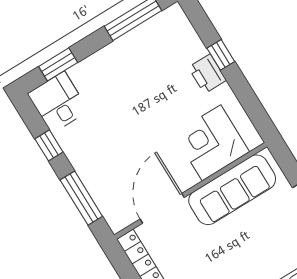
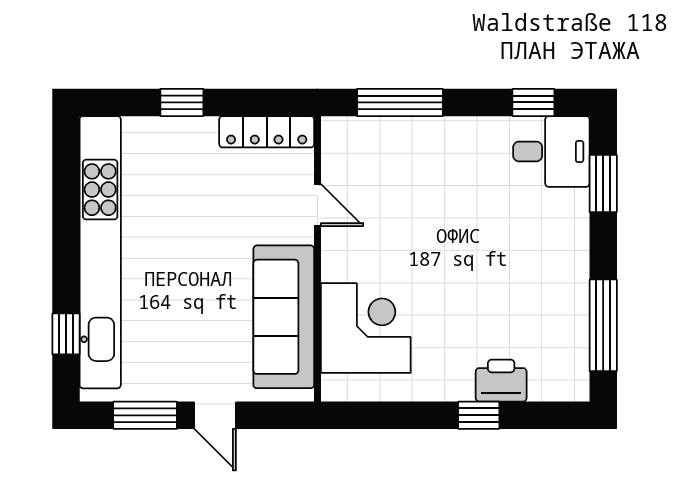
printer: (207, 74) -> (501, 381), moved
window: (49, 145) -> (533, 102), moved
door: (162, 208) -> (318, 205), width x0.53

